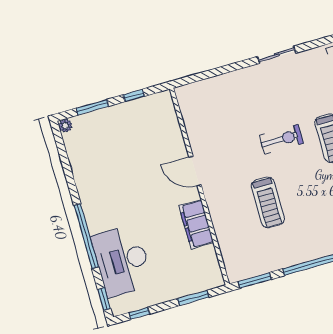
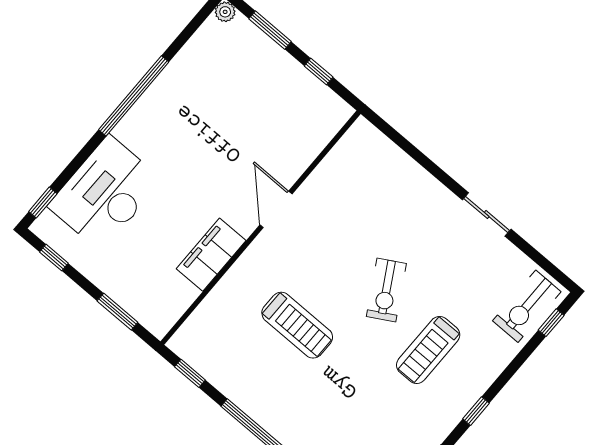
exercise bike: (281, 139) -> (386, 290), turned 60
treadmill: (268, 202) -> (297, 325), turned -90
window: (86, 236) -> (134, 96), moved
window: (255, 280) -> (190, 373), width x0.67

